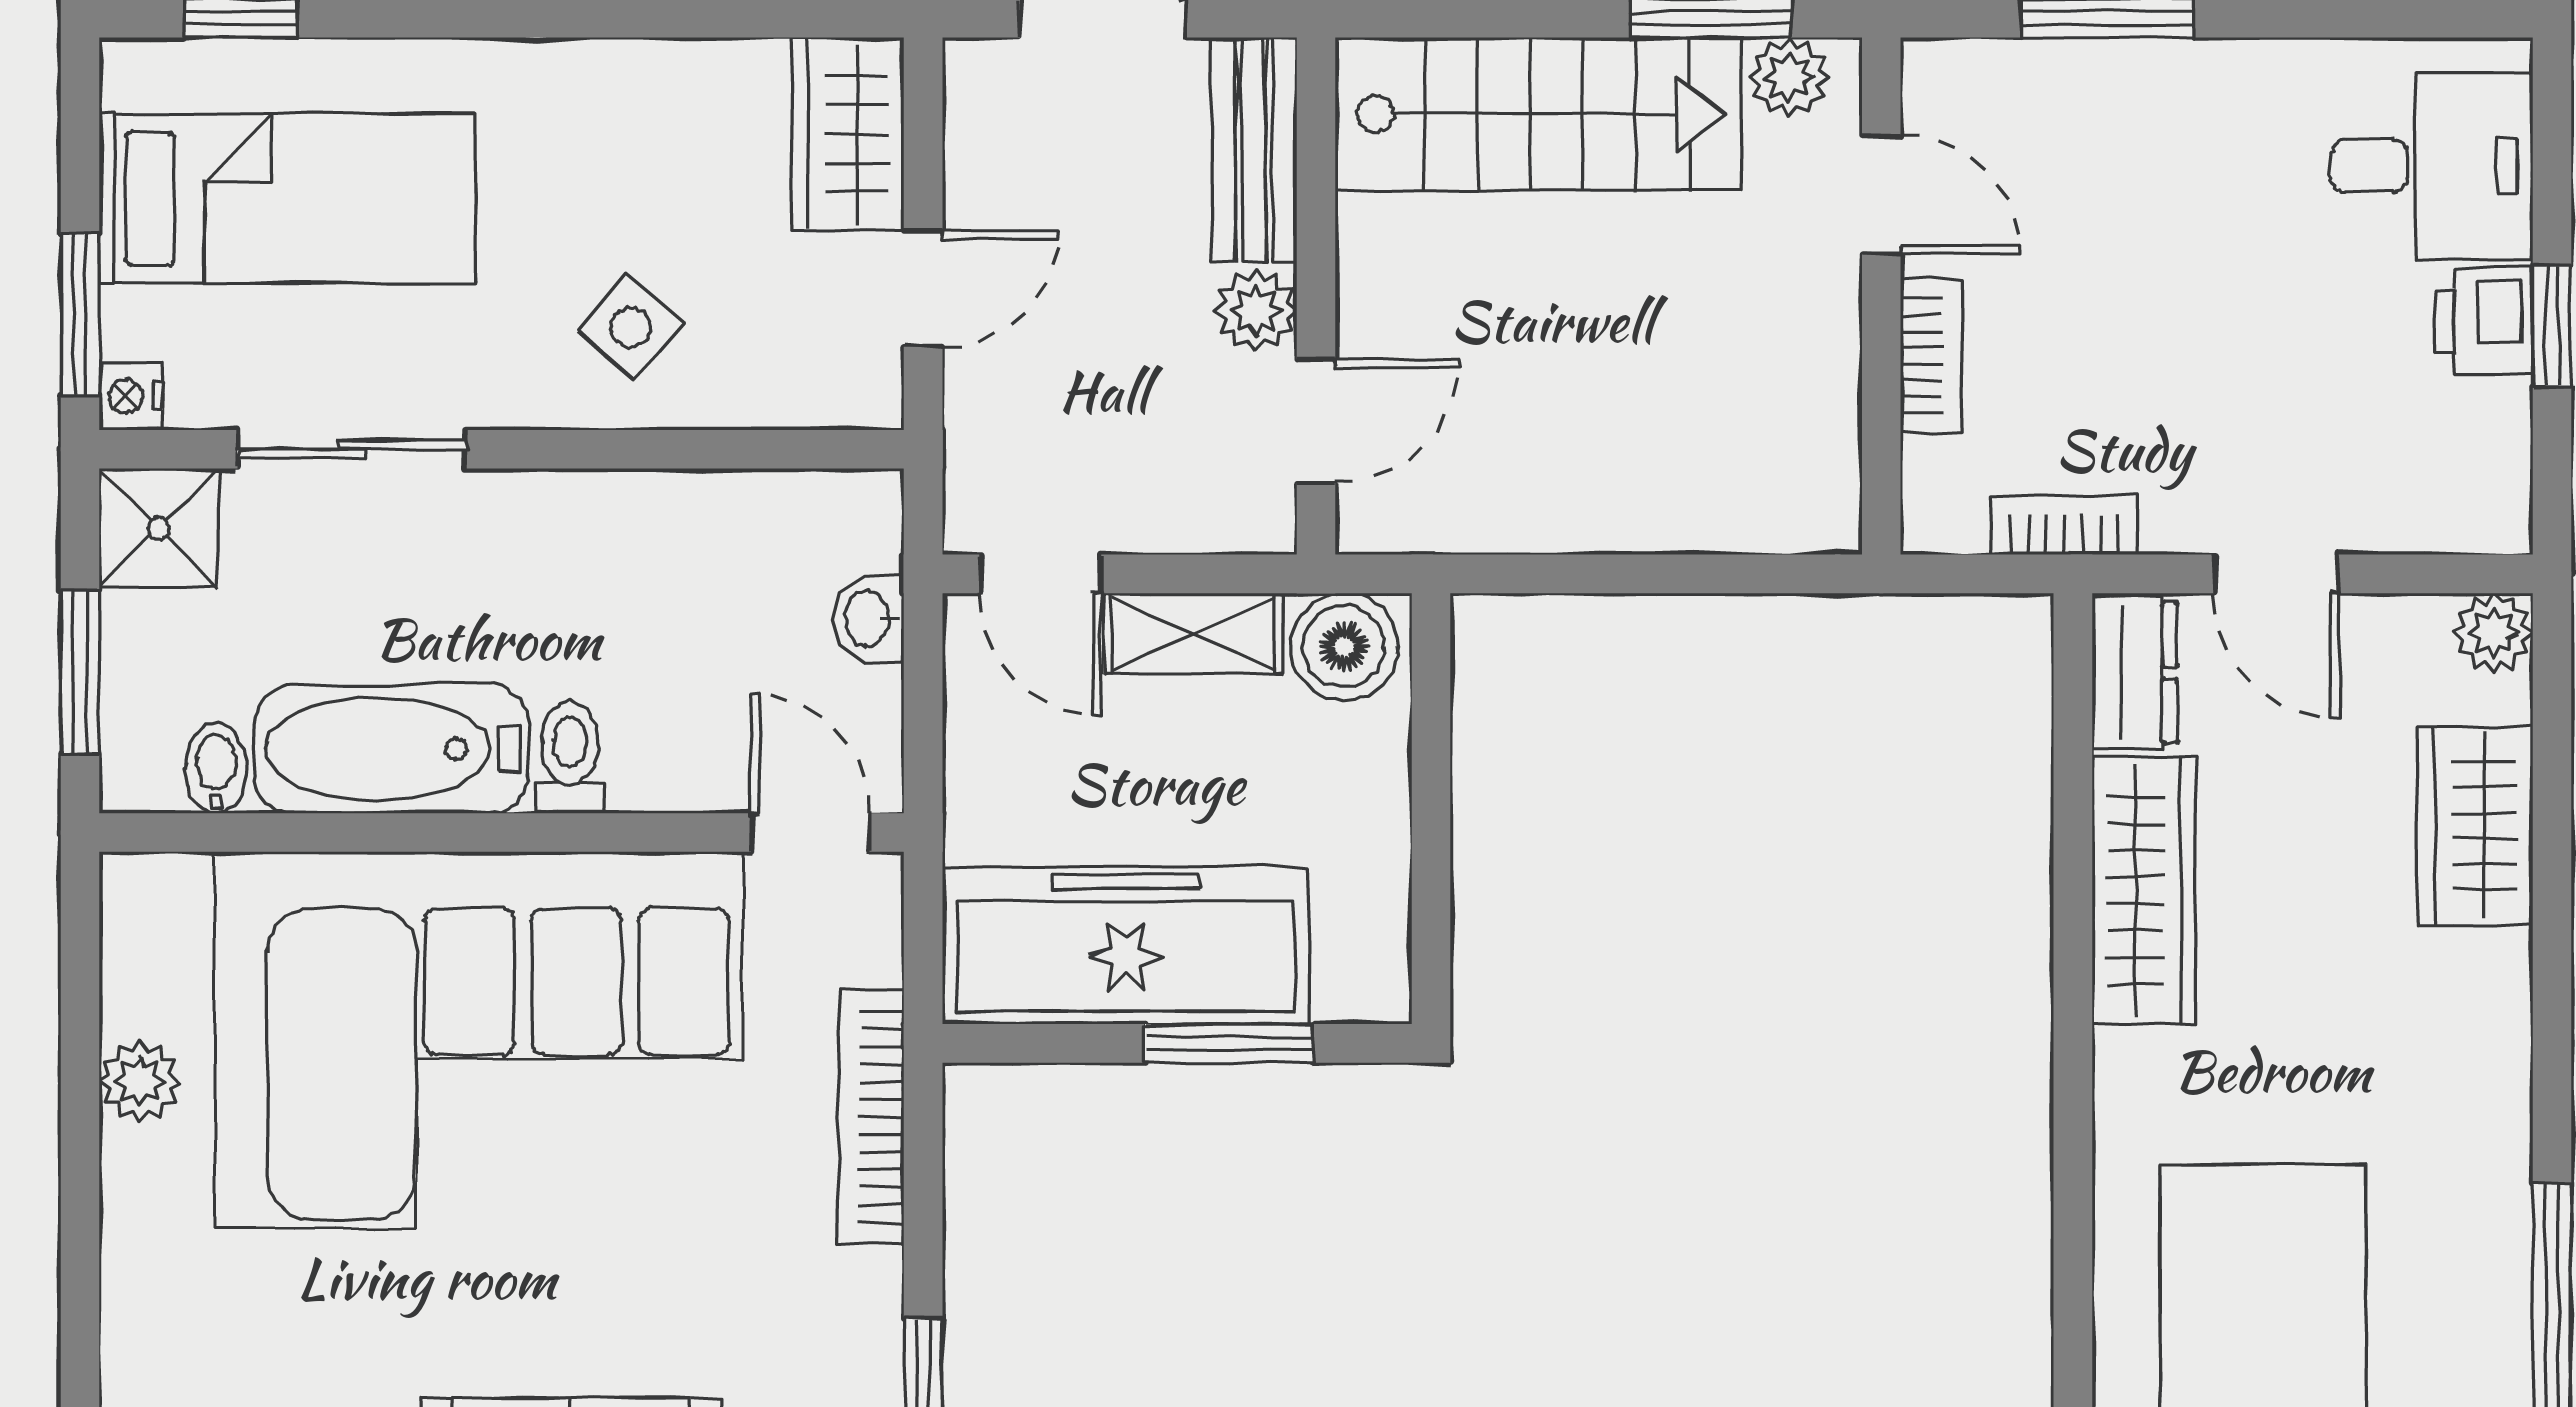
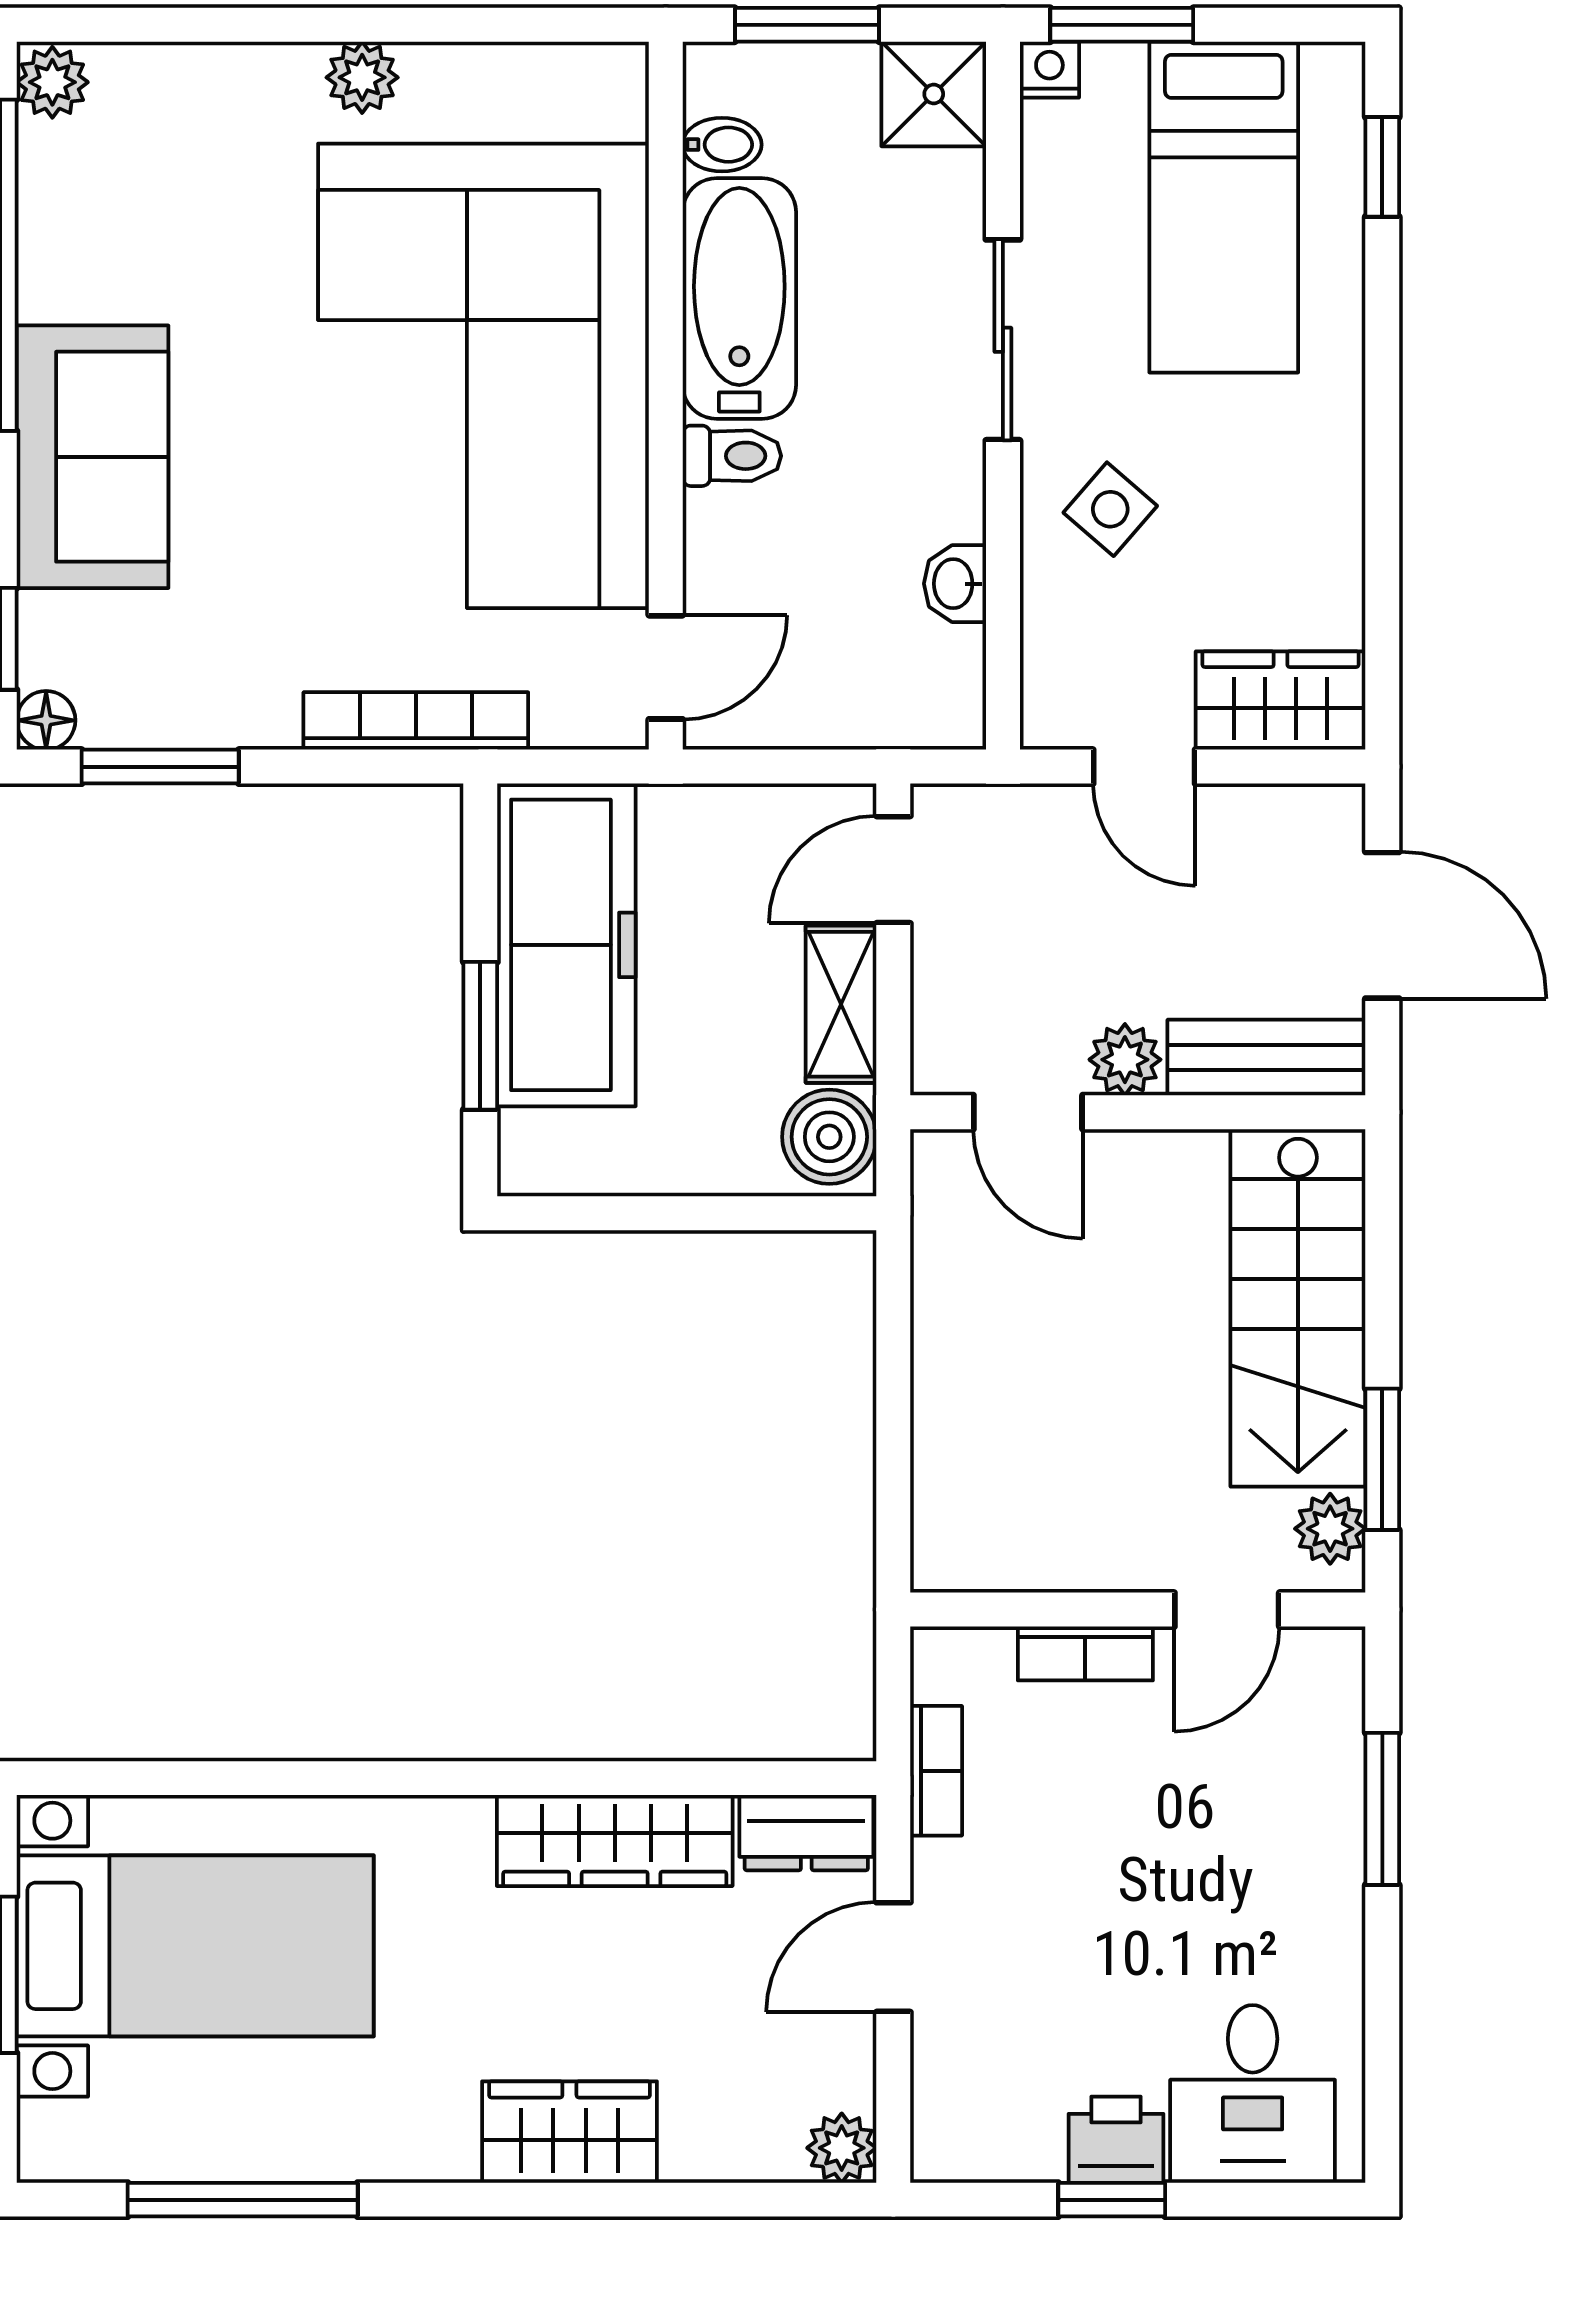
sliding door: (352, 449) -> (1003, 340), moved
washbasin: (869, 618) -> (955, 584), moved, turned -90
wardrobe: (2475, 826) -> (569, 2132), moved
plant: (140, 1081) -> (362, 77), moved

